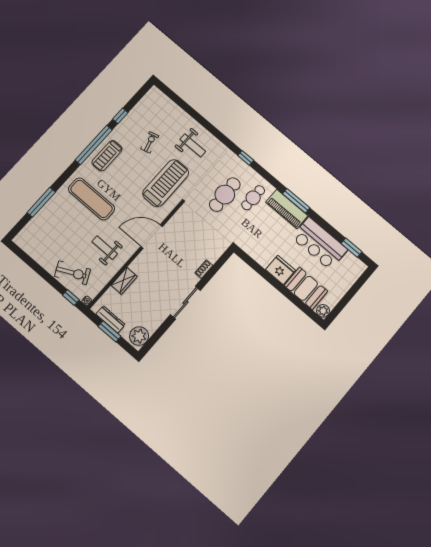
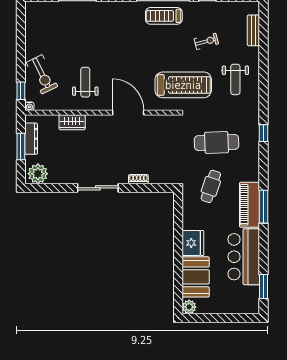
bench: (170, 105) -> (253, 30), added
cafe table: (253, 198) -> (211, 186), moved, turned -71
exercise mat: (92, 199) -> (116, 36), removed

